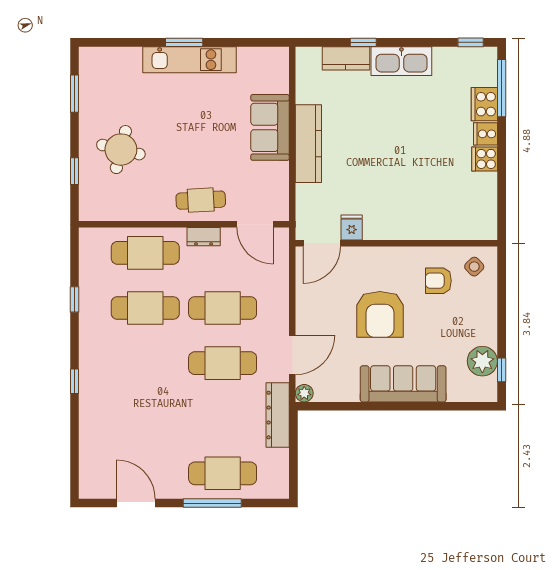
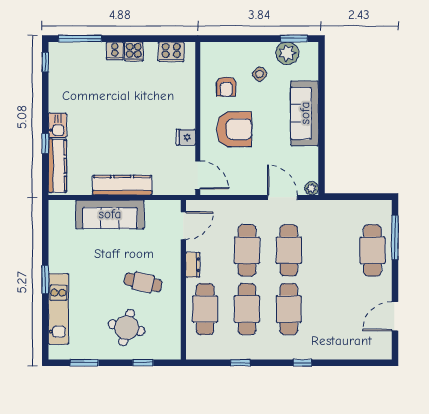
kitchen counter: (346, 58) -> (57, 166), width x1.50
kitchen unit: (190, 60) -> (58, 309), moved
kitchen sink: (401, 61) -> (57, 125), width x0.53, depth x0.81
cooker: (484, 104) -> (171, 52), moved
sofa: (270, 127) -> (110, 214), width x1.36
cafe table: (201, 200) -> (143, 282), moved, turned -74
fridge: (352, 227) -> (186, 137), moved
side table: (474, 267) -> (260, 74), moved
armchair: (380, 314) -> (234, 129), moved
cafe table: (145, 363) -> (289, 309), added
window: (502, 370) -> (294, 39), width x1.50
dresser: (278, 415) -> (328, 209), removed
window: (212, 503) -> (395, 238), moved

